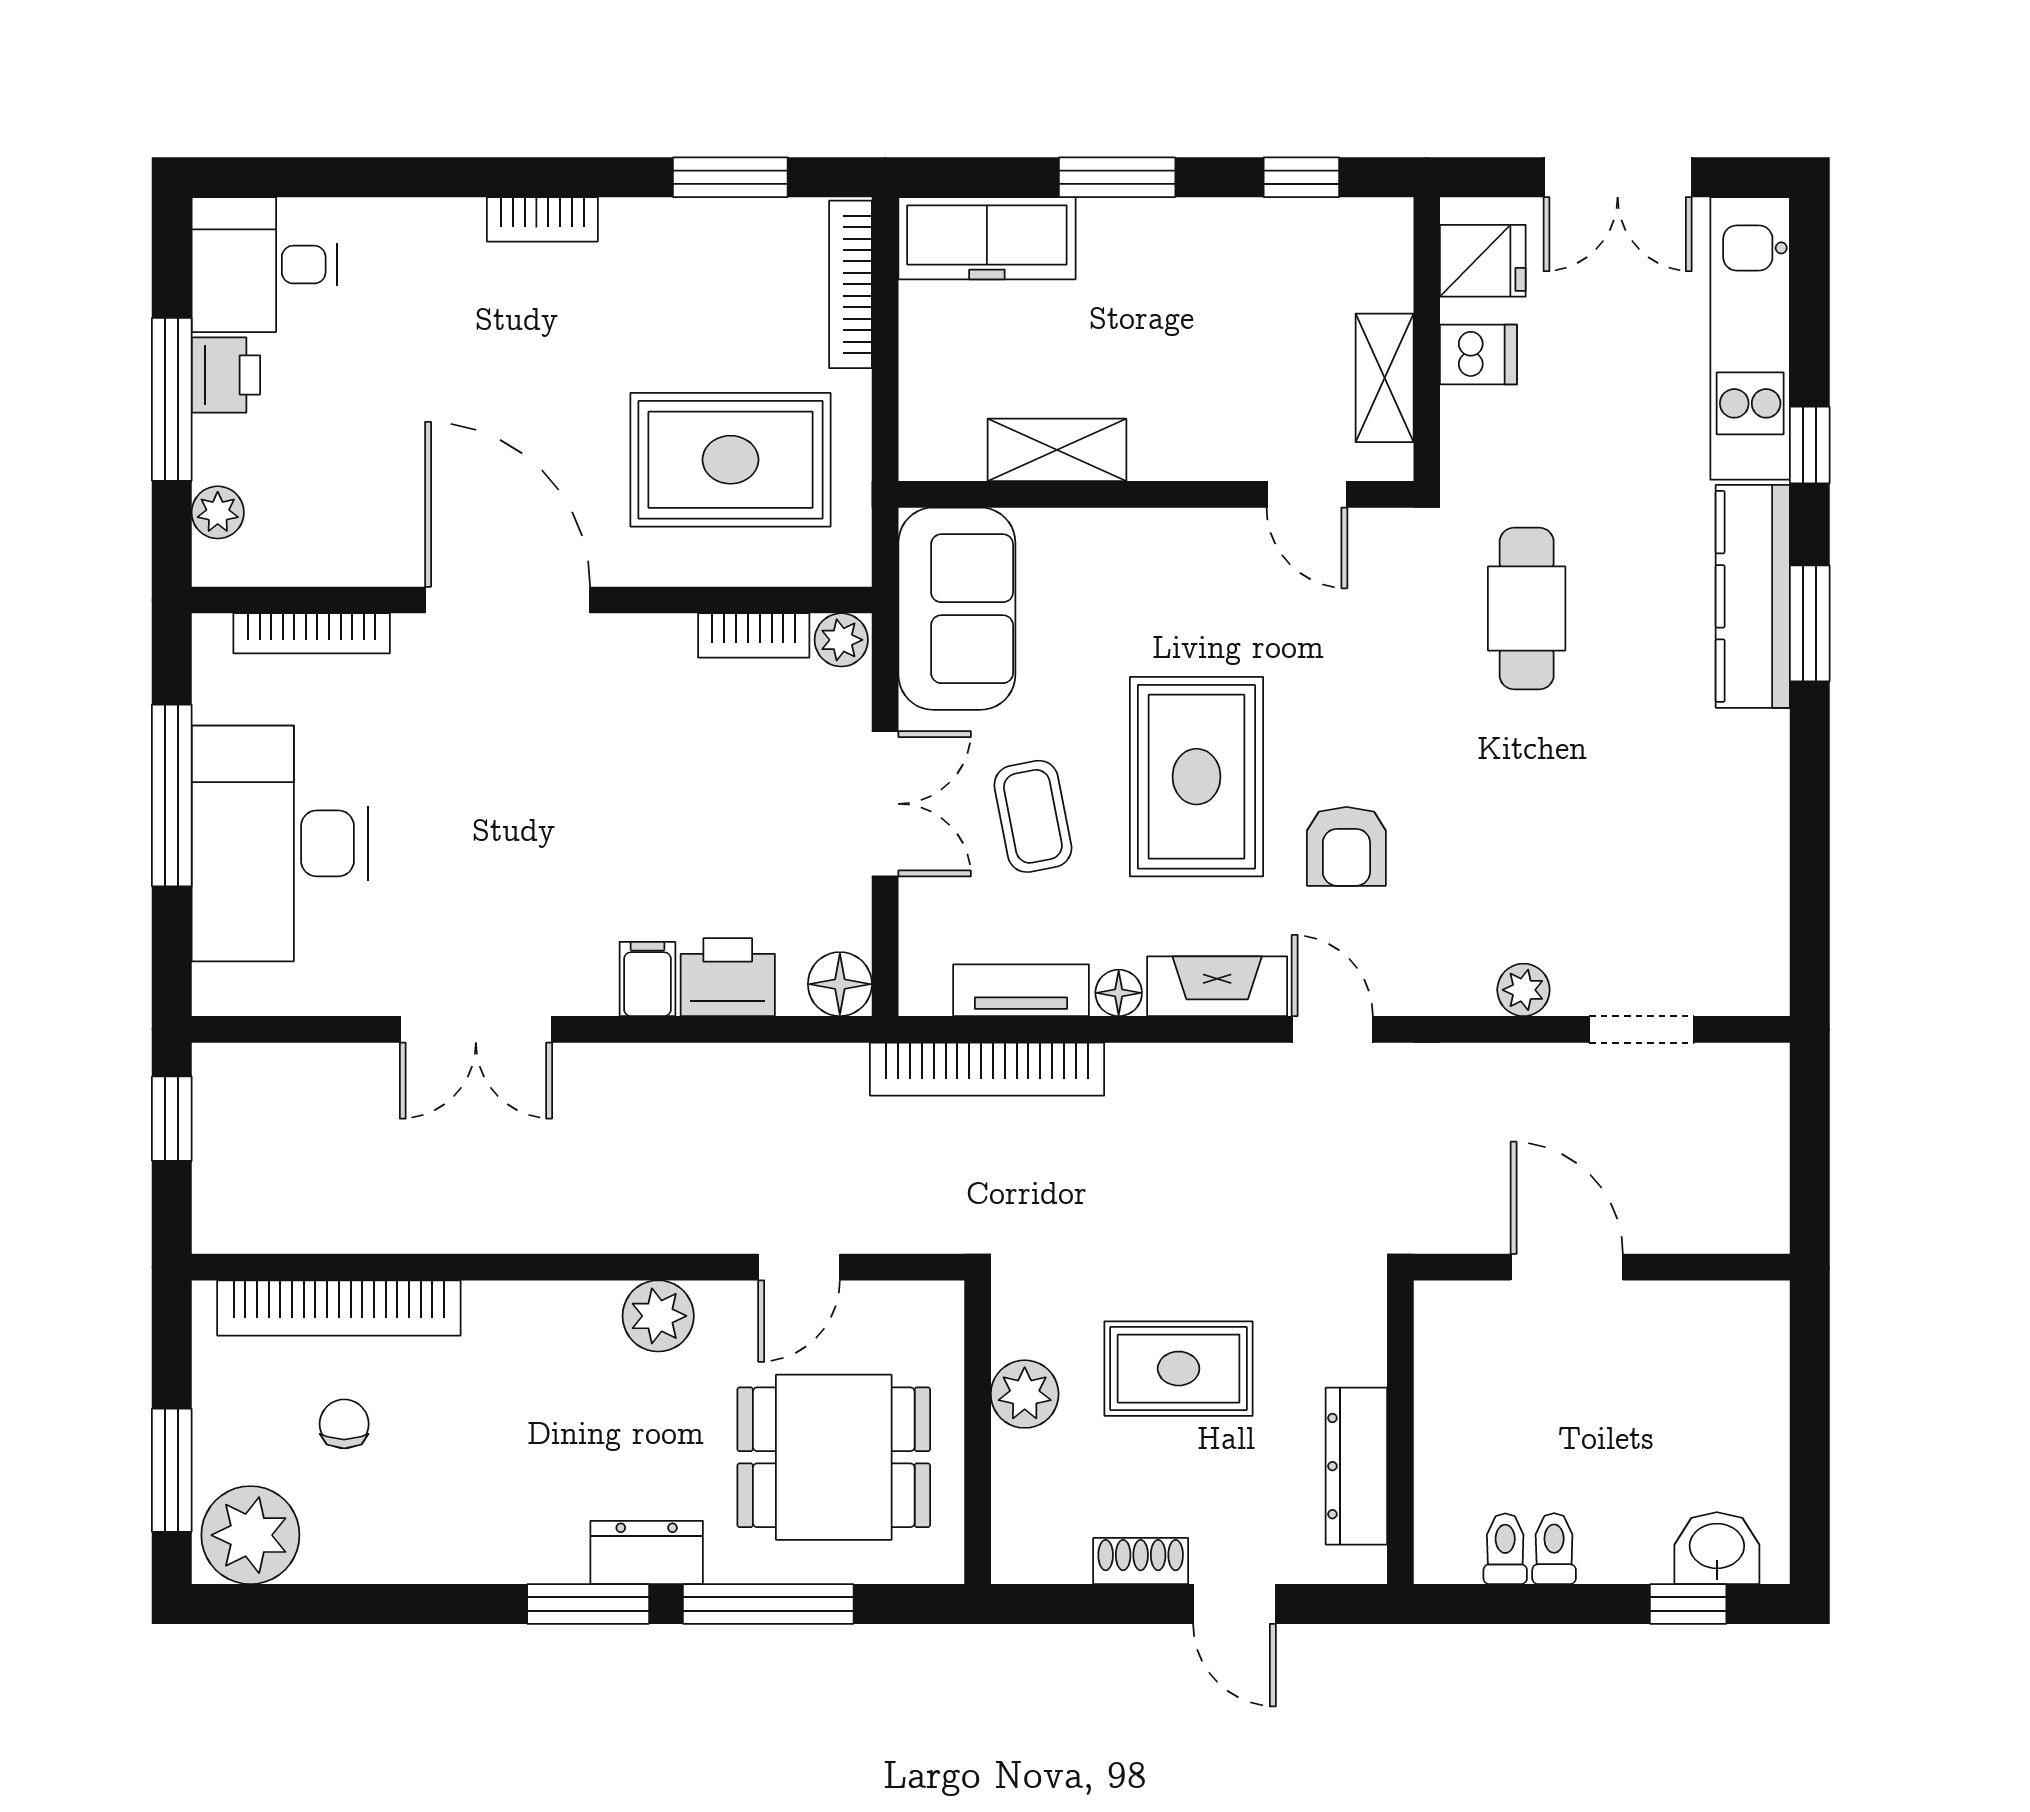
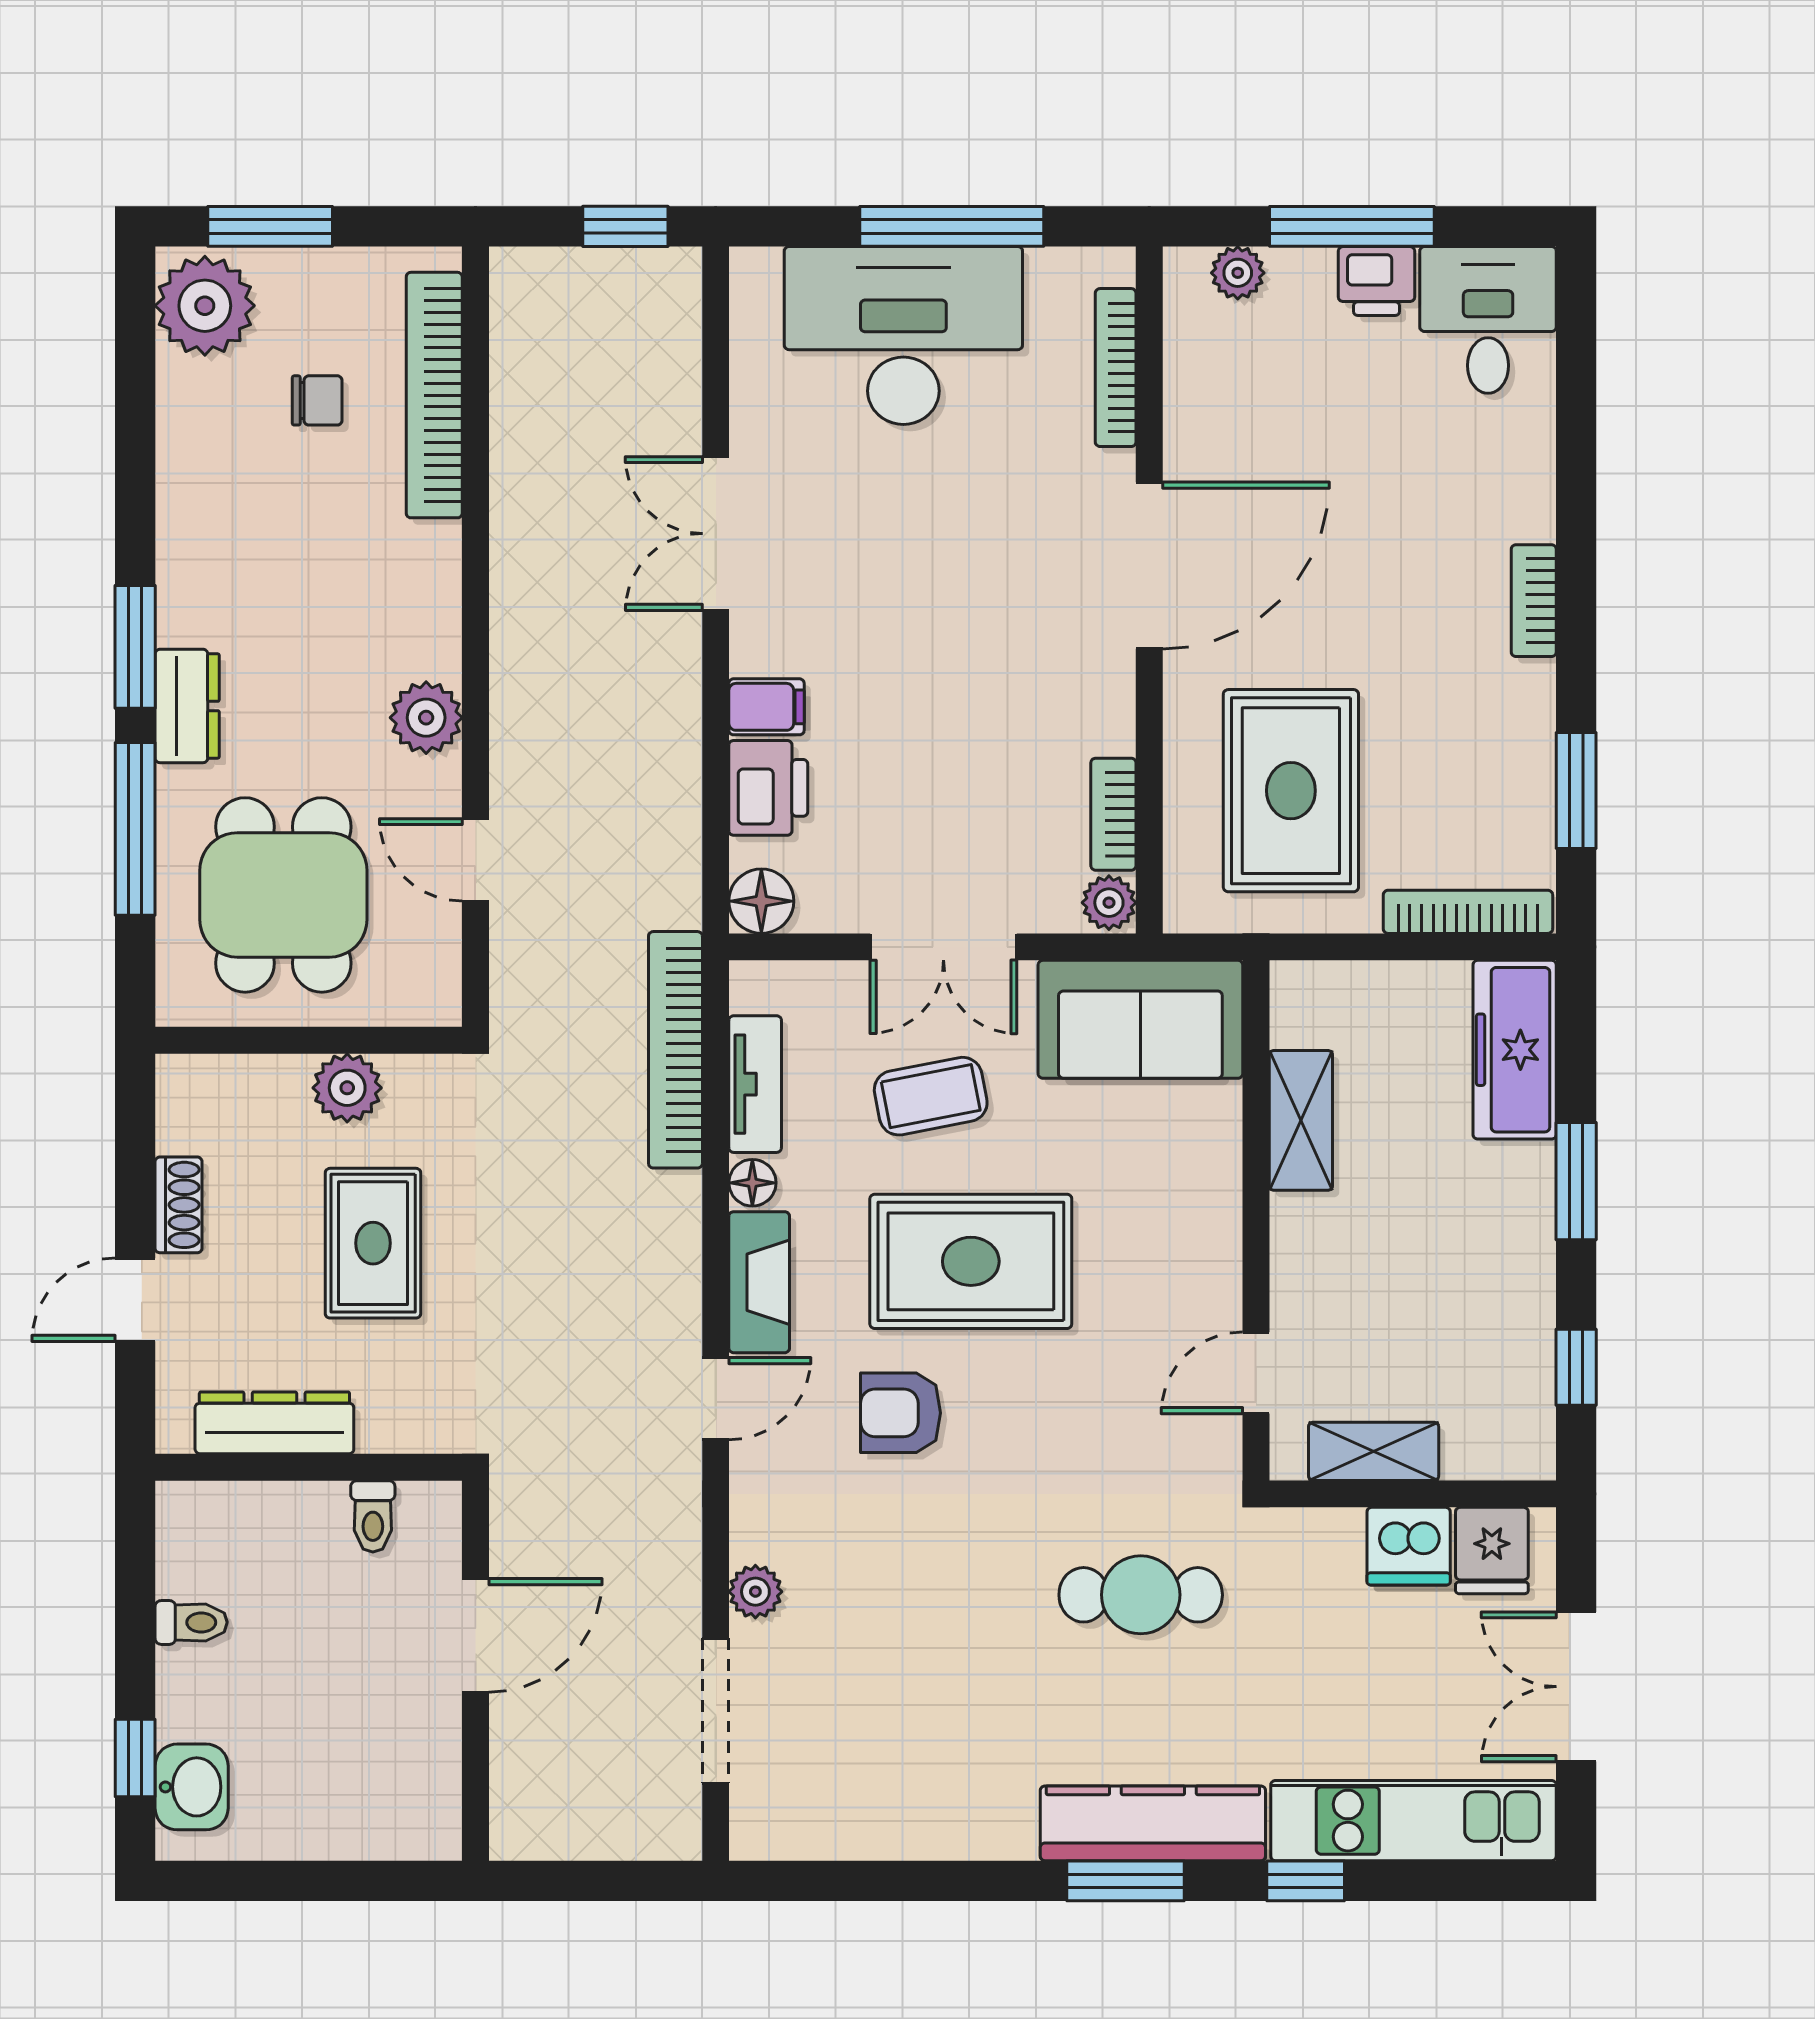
dishwasher: (1478, 354) -> (1409, 1546), width x1.38
doorway: (1641, 1029) -> (716, 1711), width x1.38
toilet: (1505, 1549) -> (373, 1516), moved, turned 90

